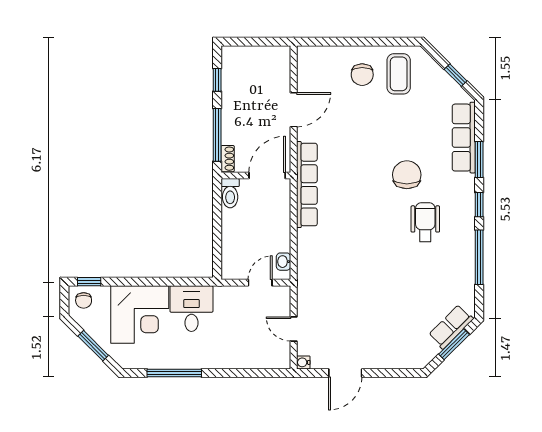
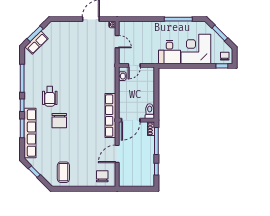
chair: (362, 75) -> (102, 176), moved
row of seats: (464, 138) -> (30, 133), width x1.36

